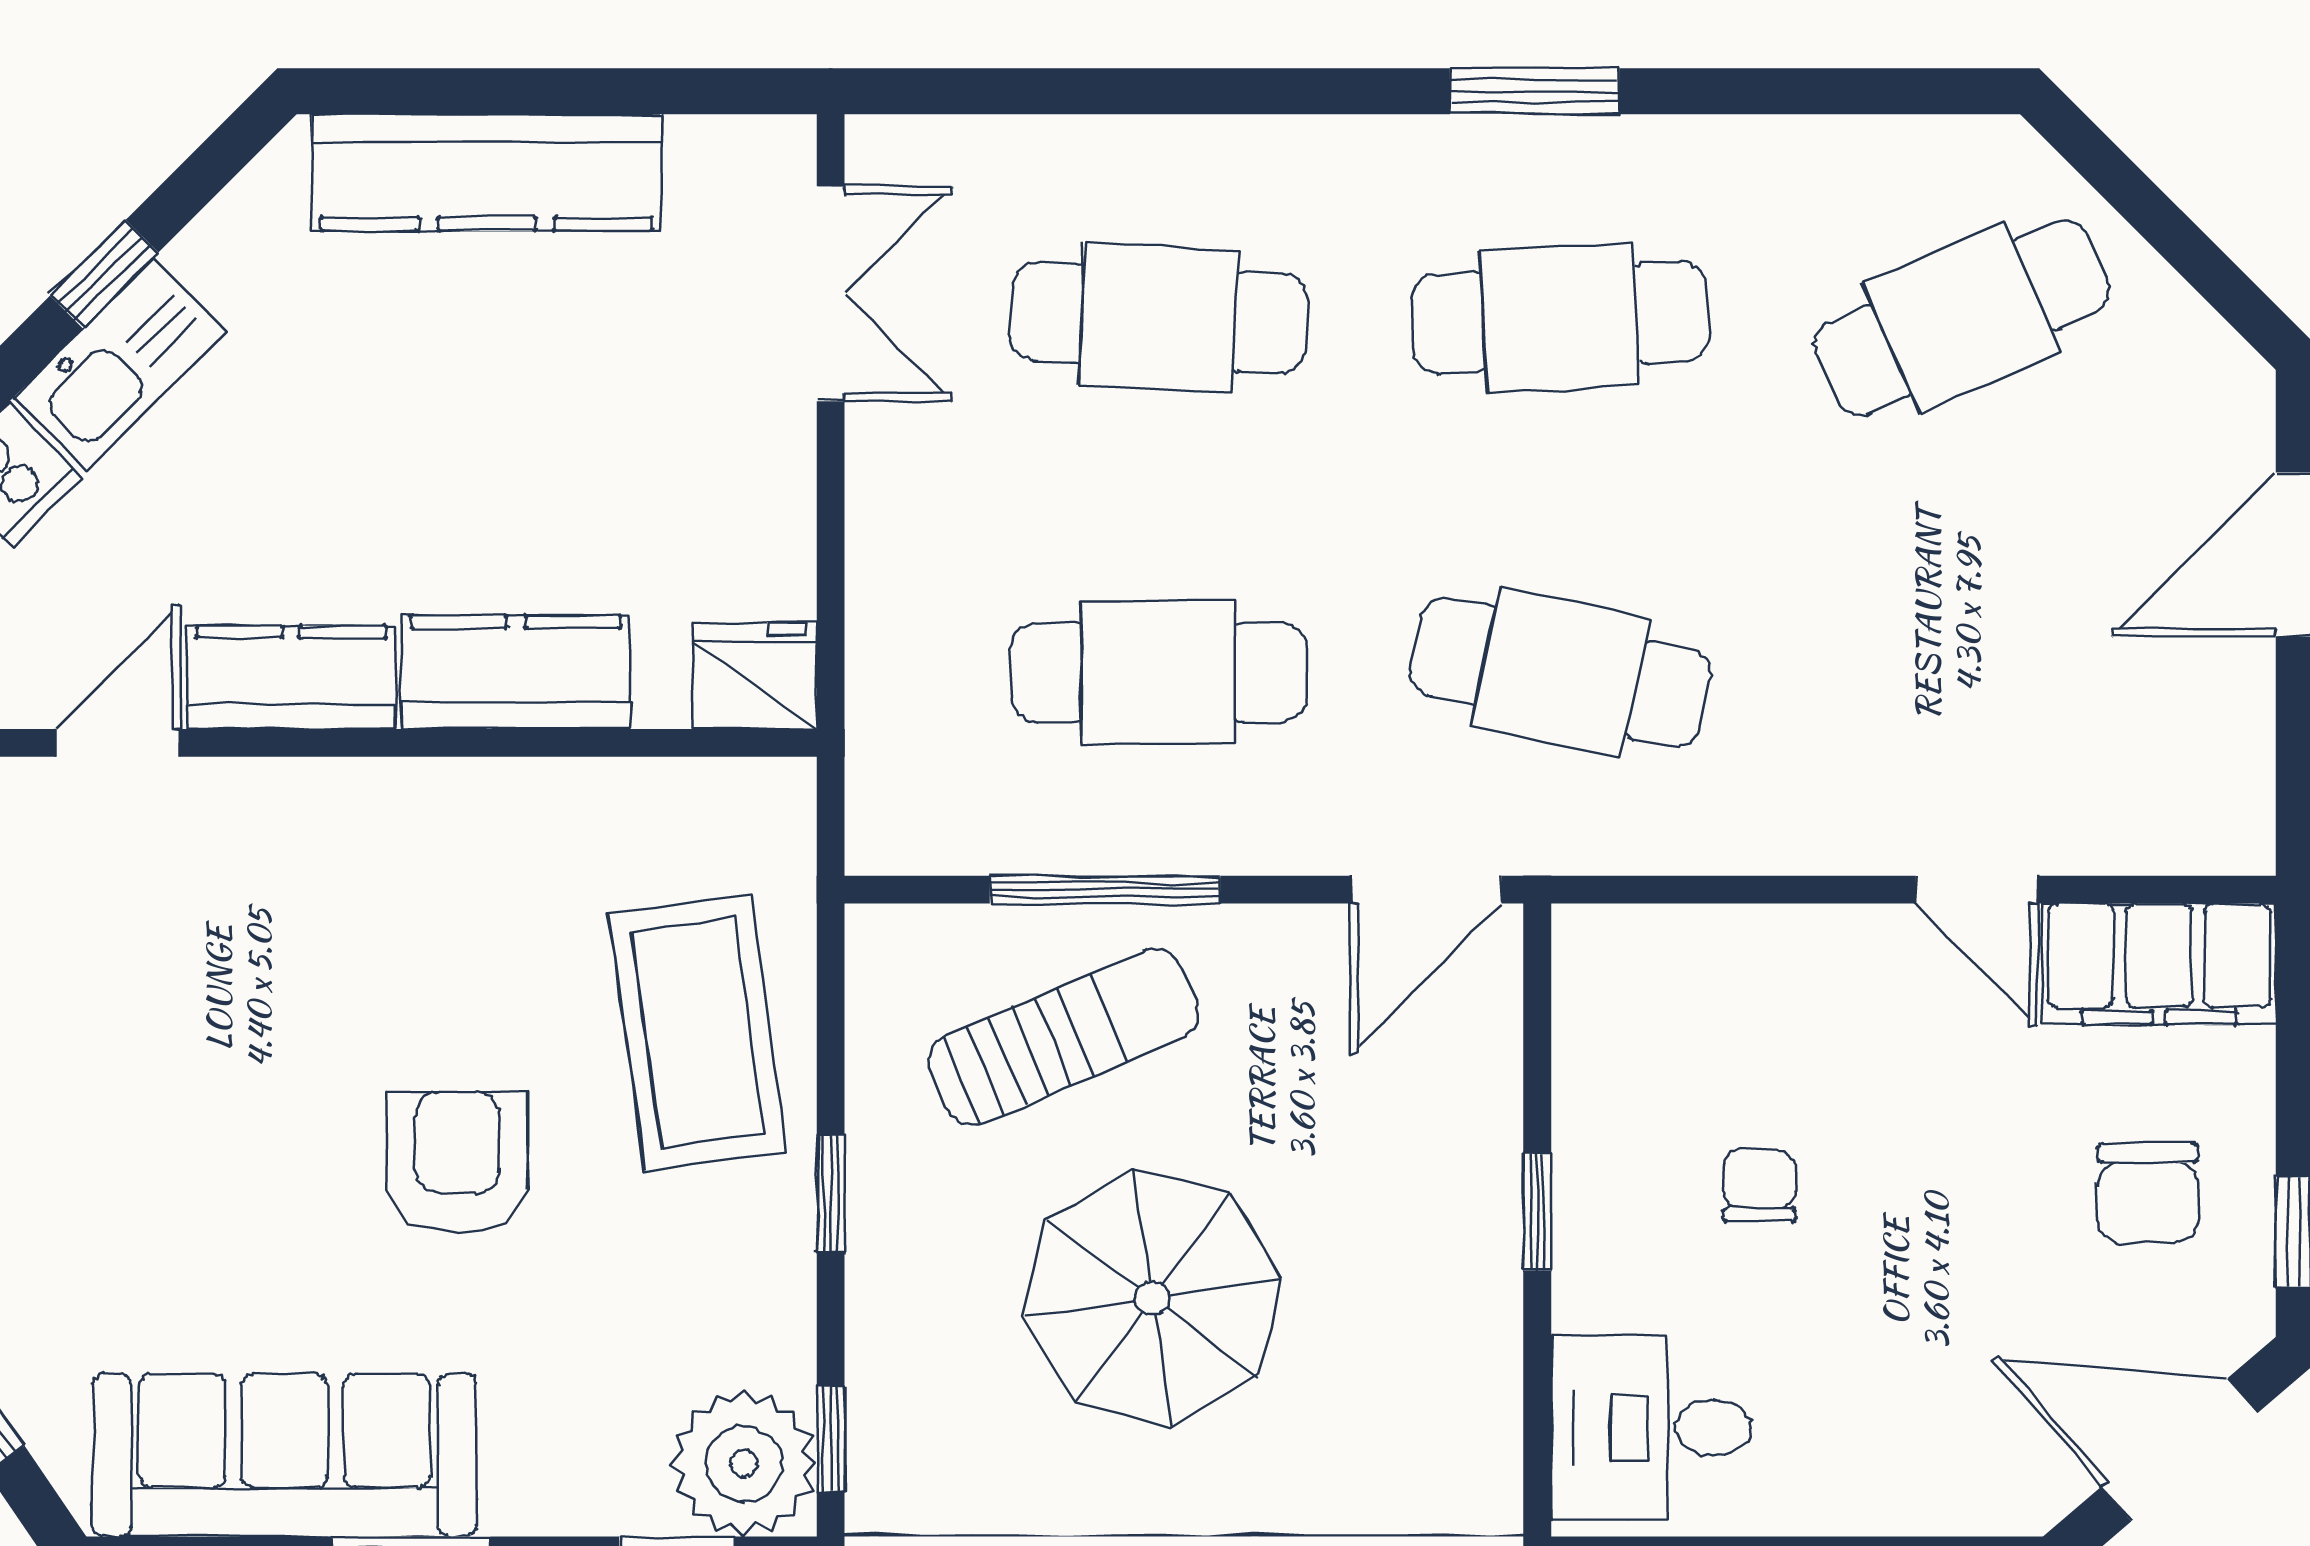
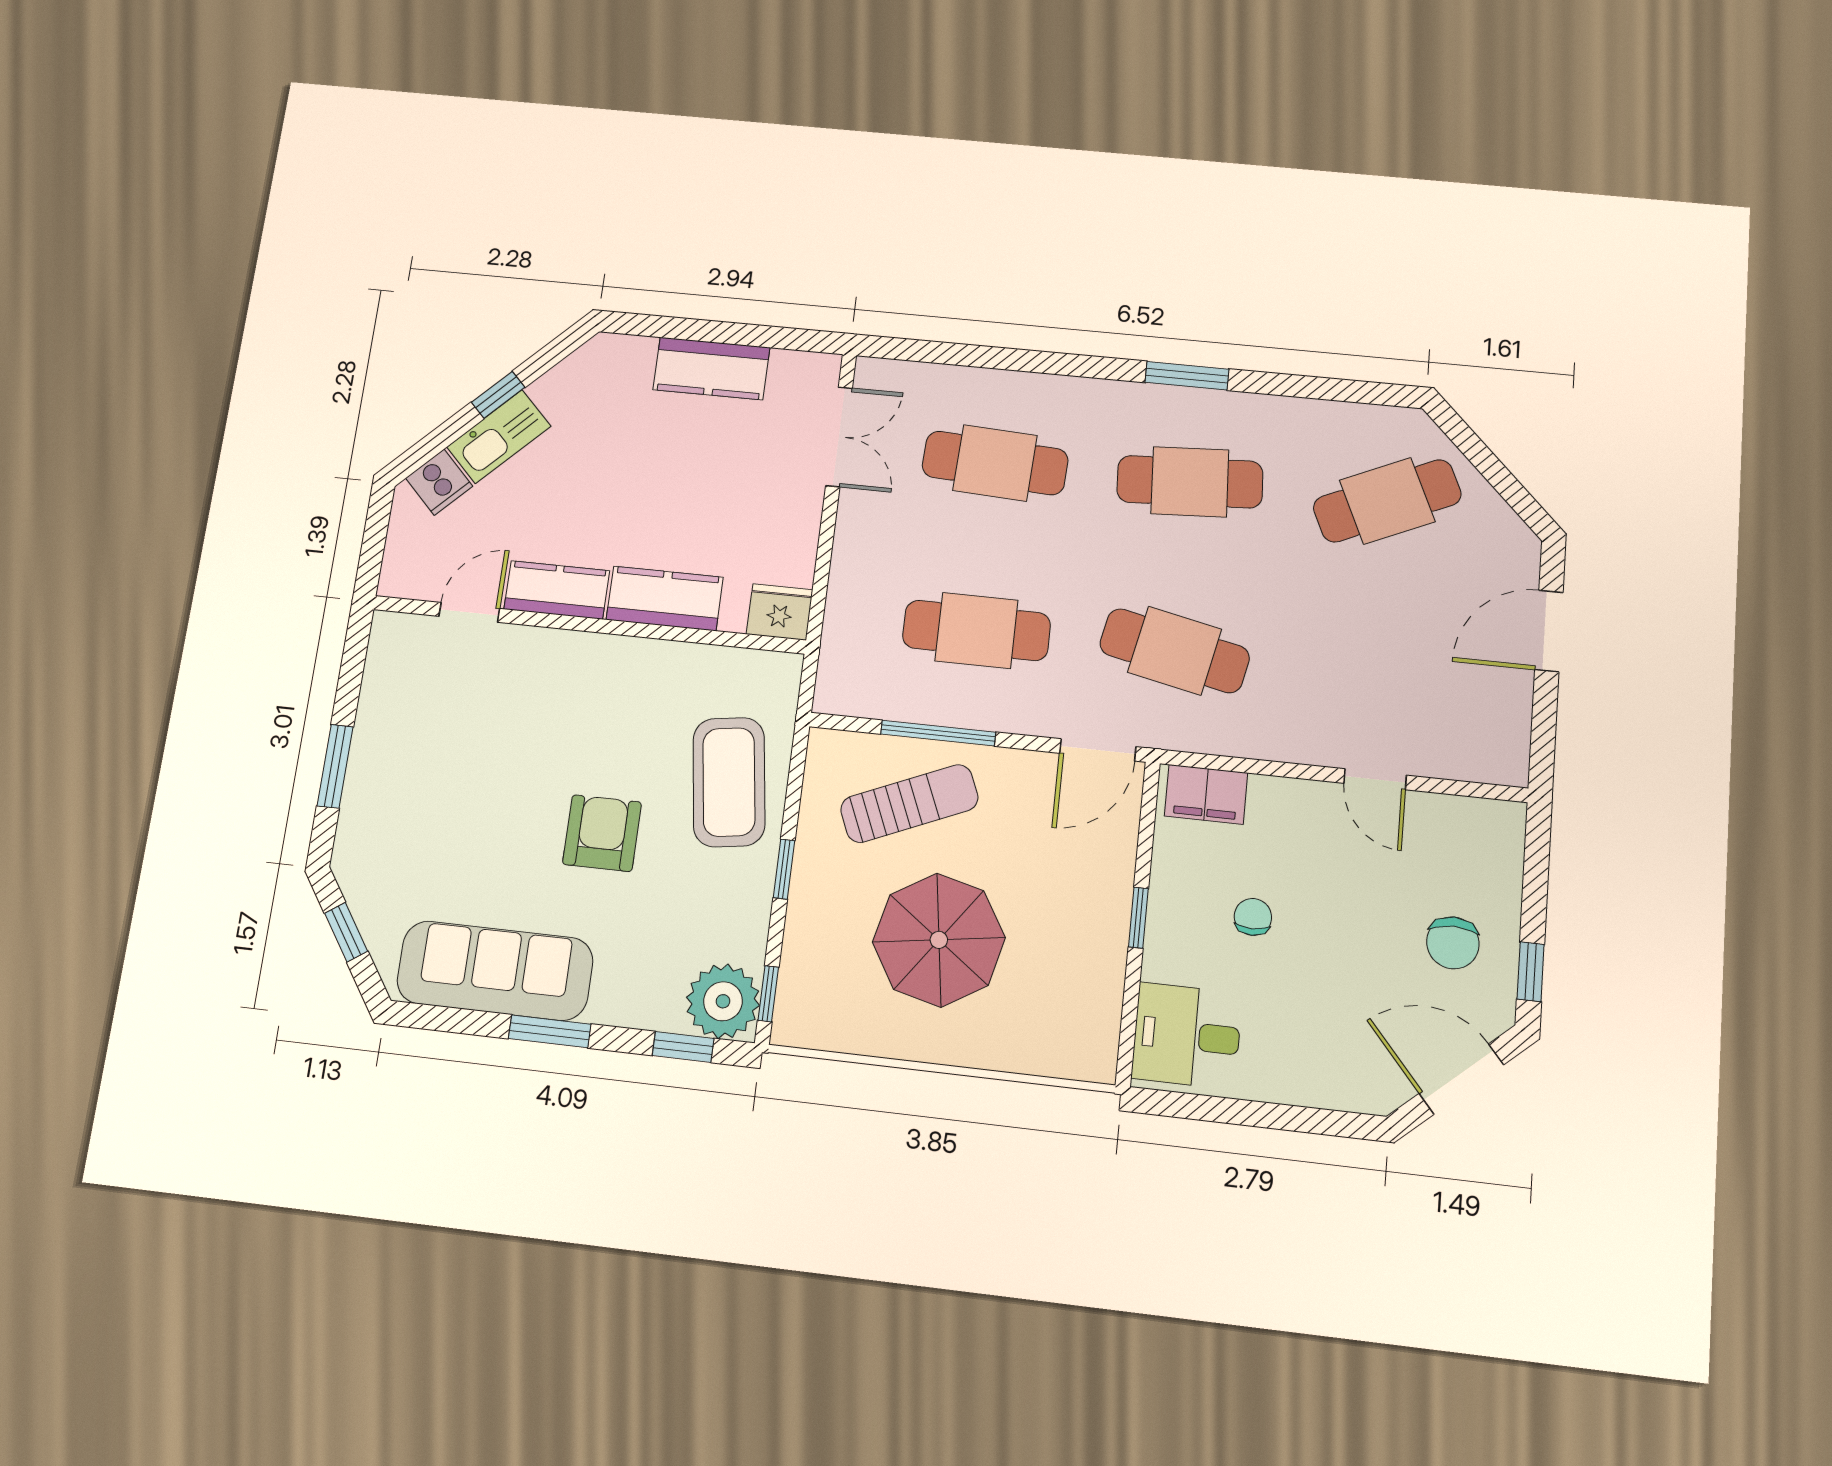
kitchen counter: (487, 172) -> (711, 369), width x0.67
filing cabinet: (2159, 964) -> (1206, 794), moved, width x0.67, depth x0.86

